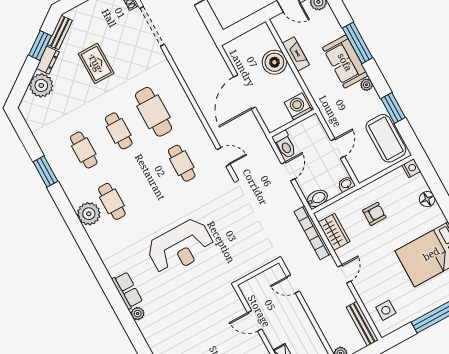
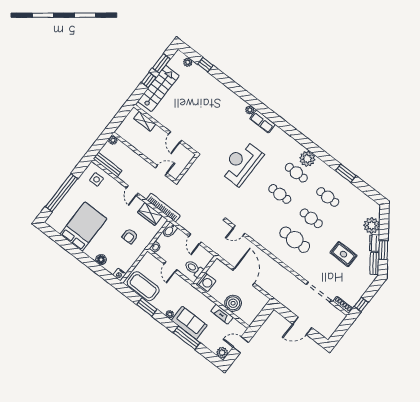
toilet: (285, 145) -> (194, 268), moved
cafe table: (182, 163) -> (280, 194), moved
door: (255, 321) -> (175, 137), swing flipped

